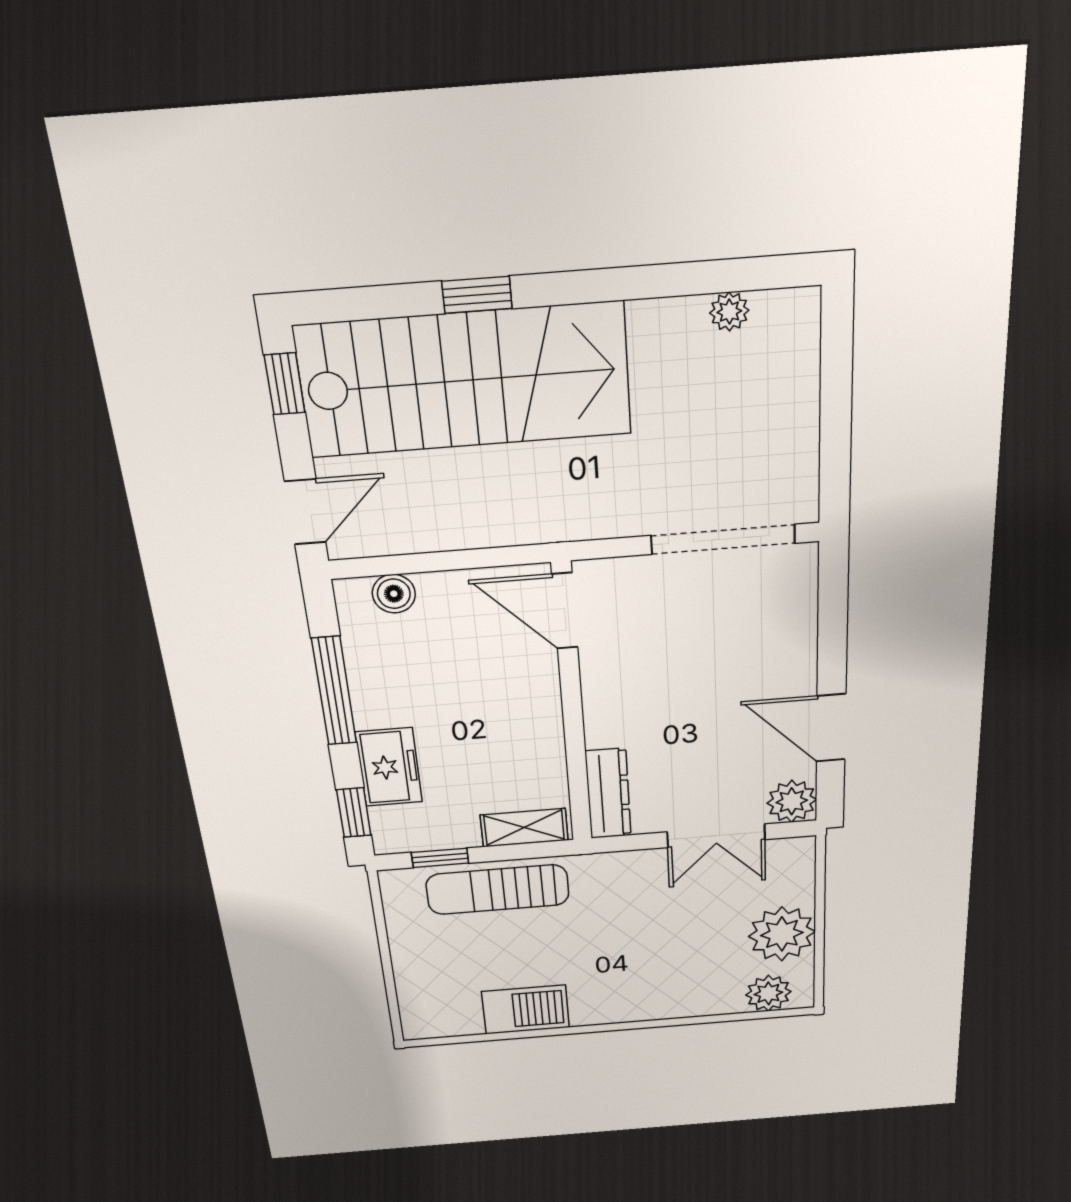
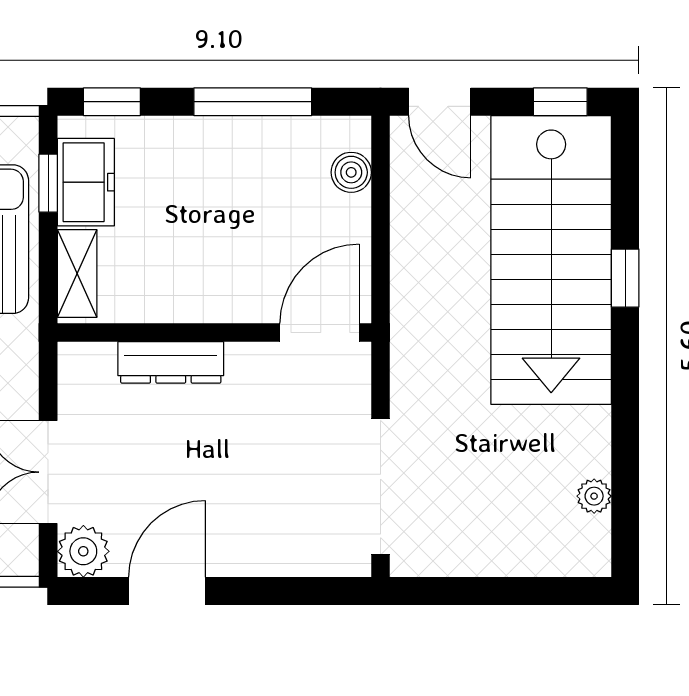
freezer: (389, 767) -> (86, 182), moved, turned -90
dresser: (608, 794) -> (171, 362), moved

